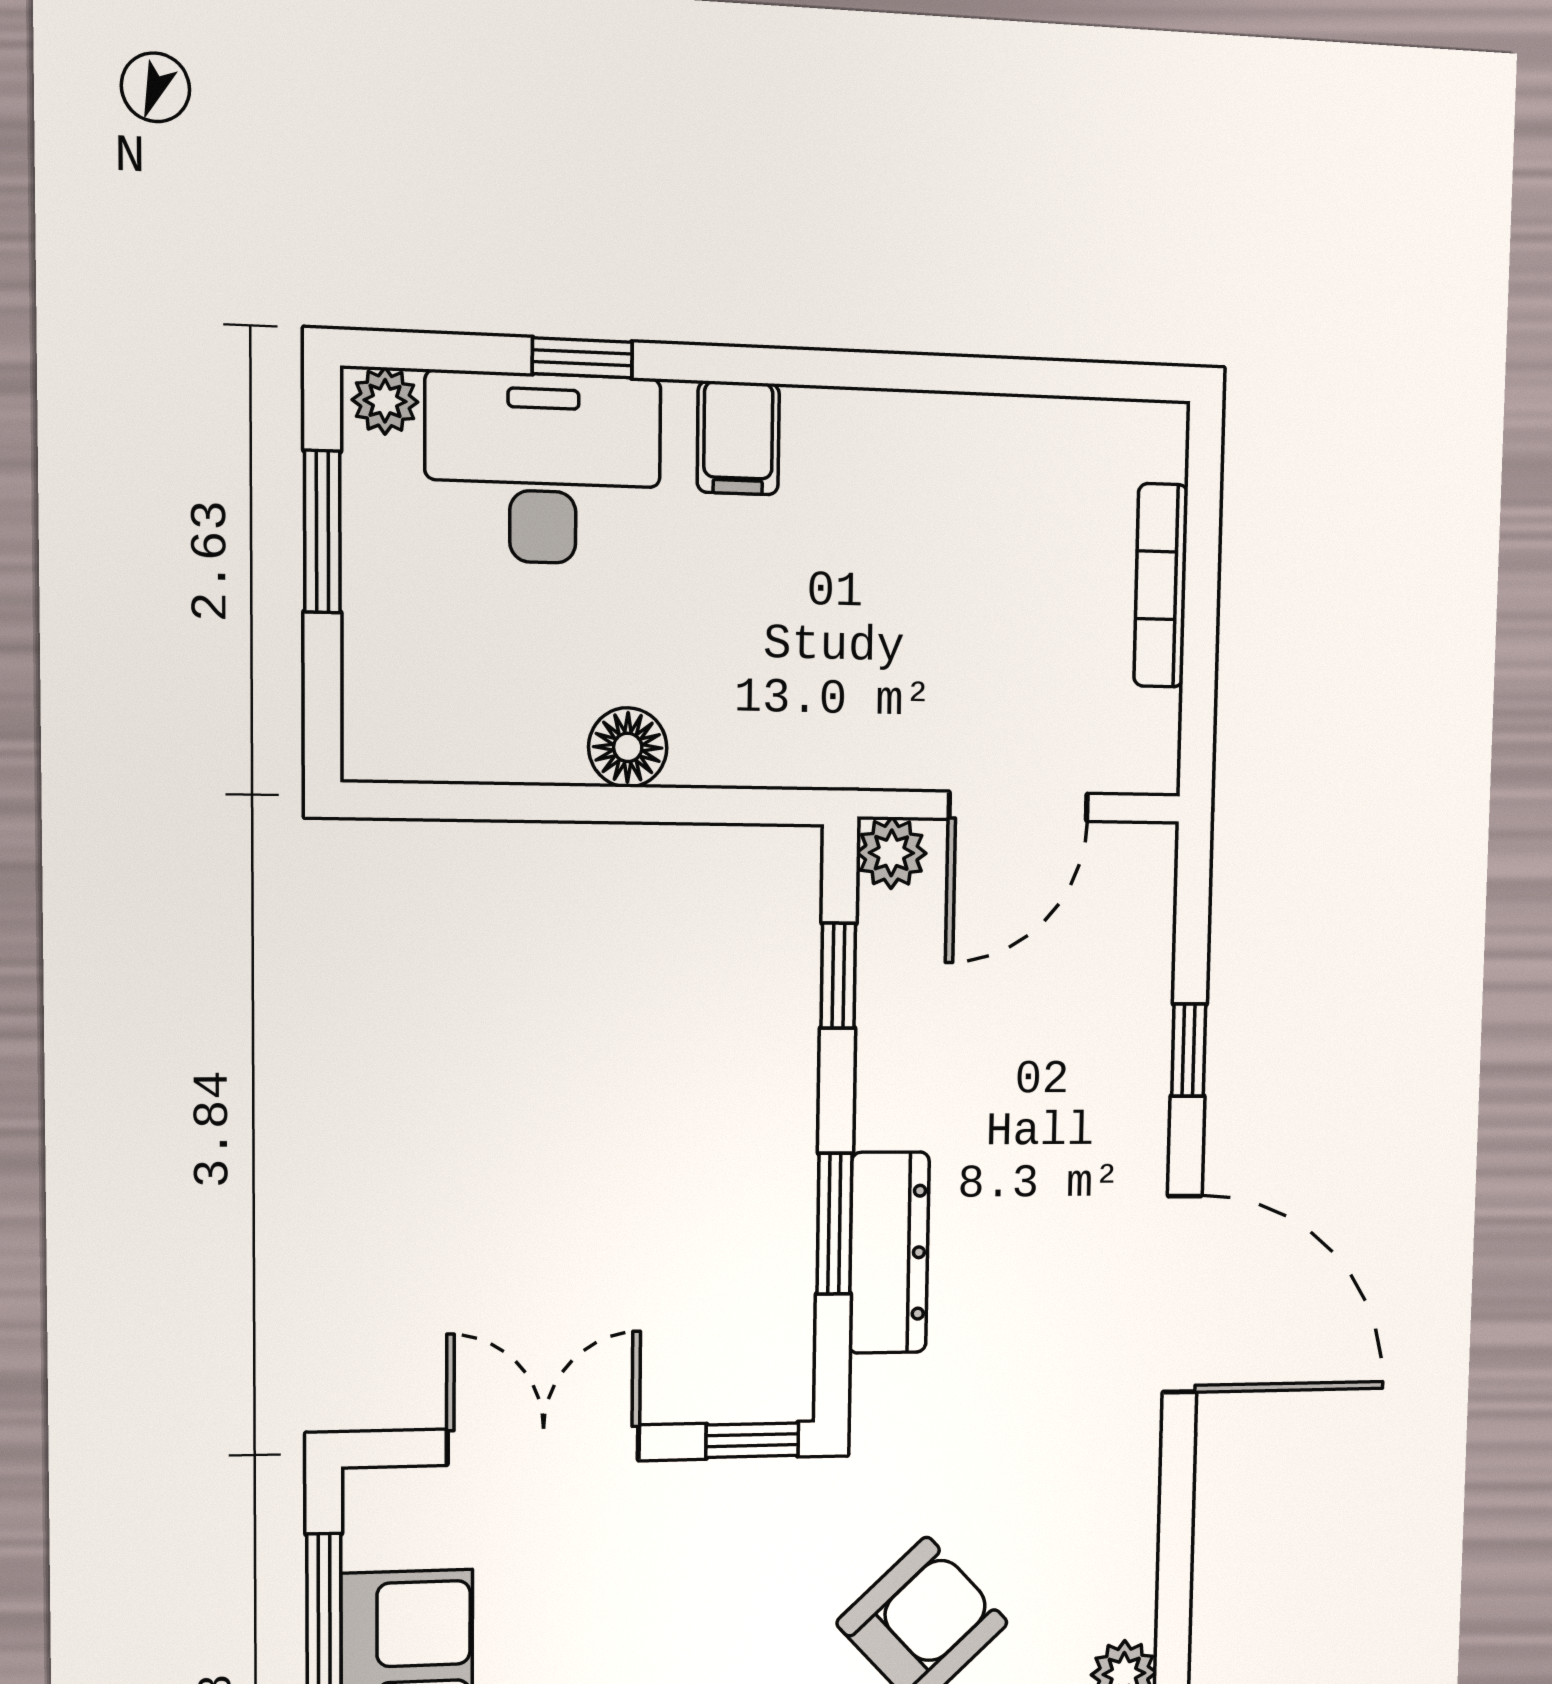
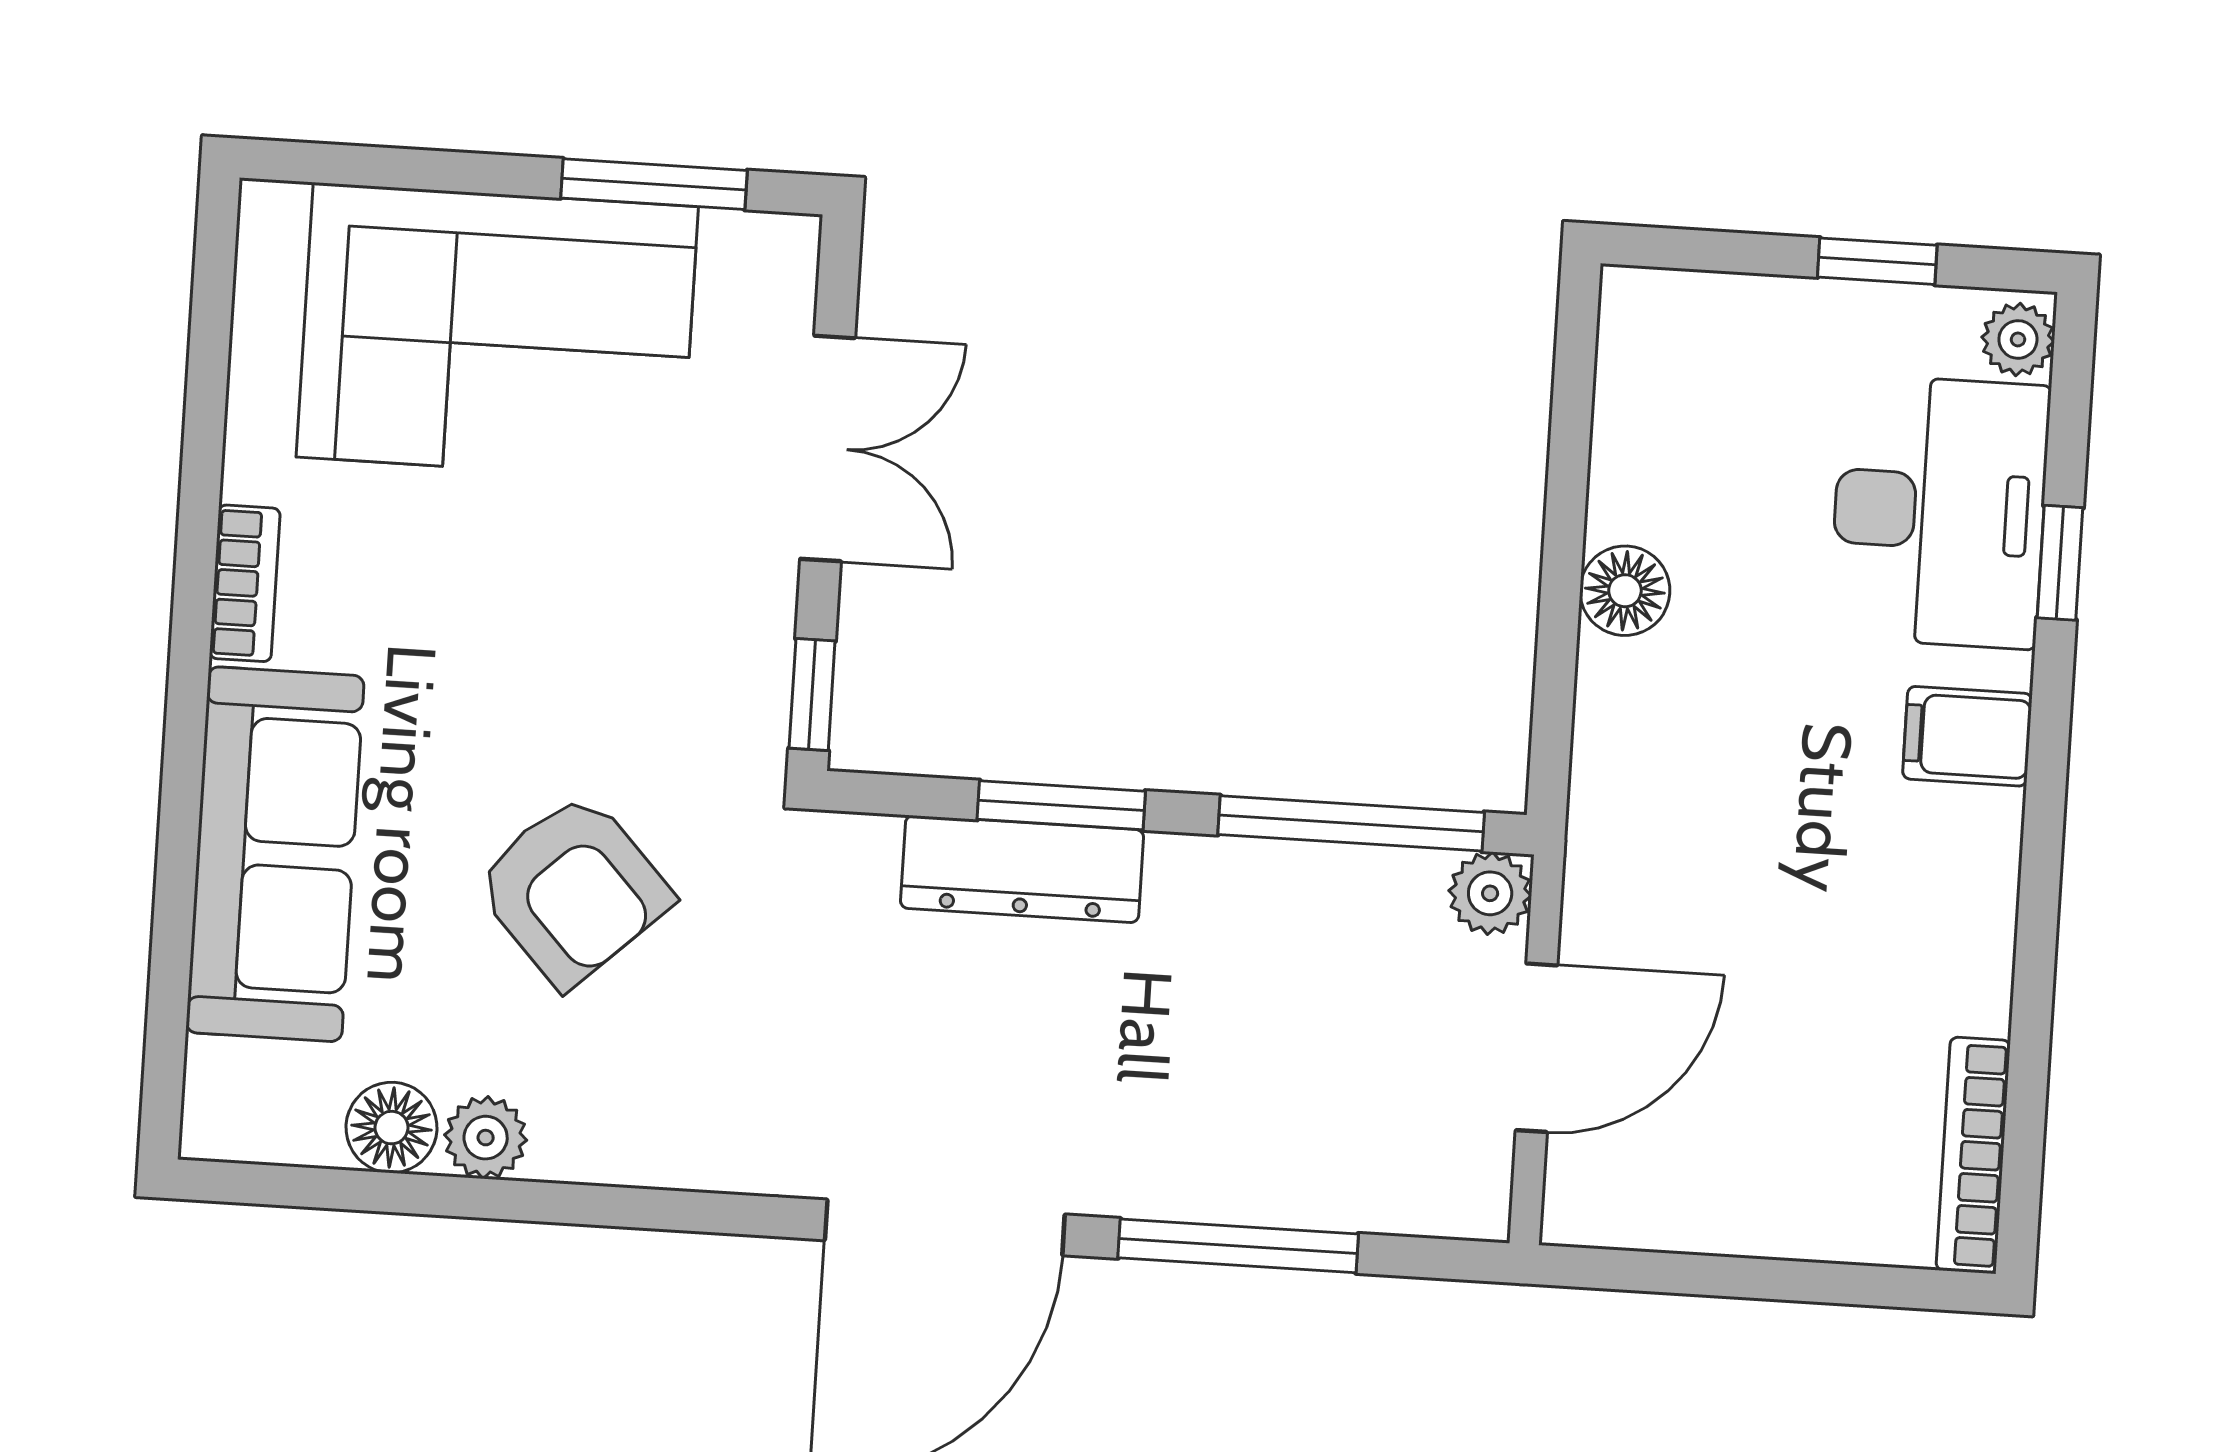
window: (322, 532) -> (1877, 261), width x0.67
bookcase: (1161, 586) -> (1973, 1155), moved, turned -90
door: (1018, 806) -> (1537, 1048), swing flipped
window: (838, 976) -> (1351, 823), width x2.17
window: (1189, 1050) -> (1238, 1246), width x2.17

